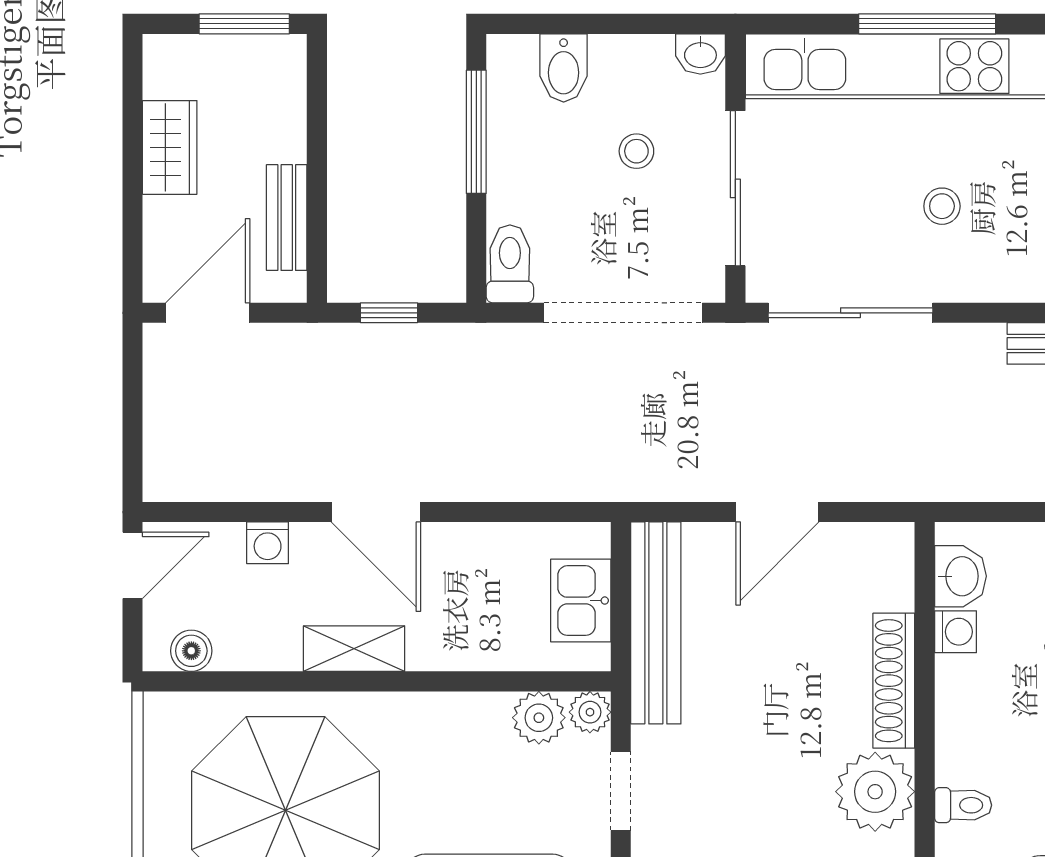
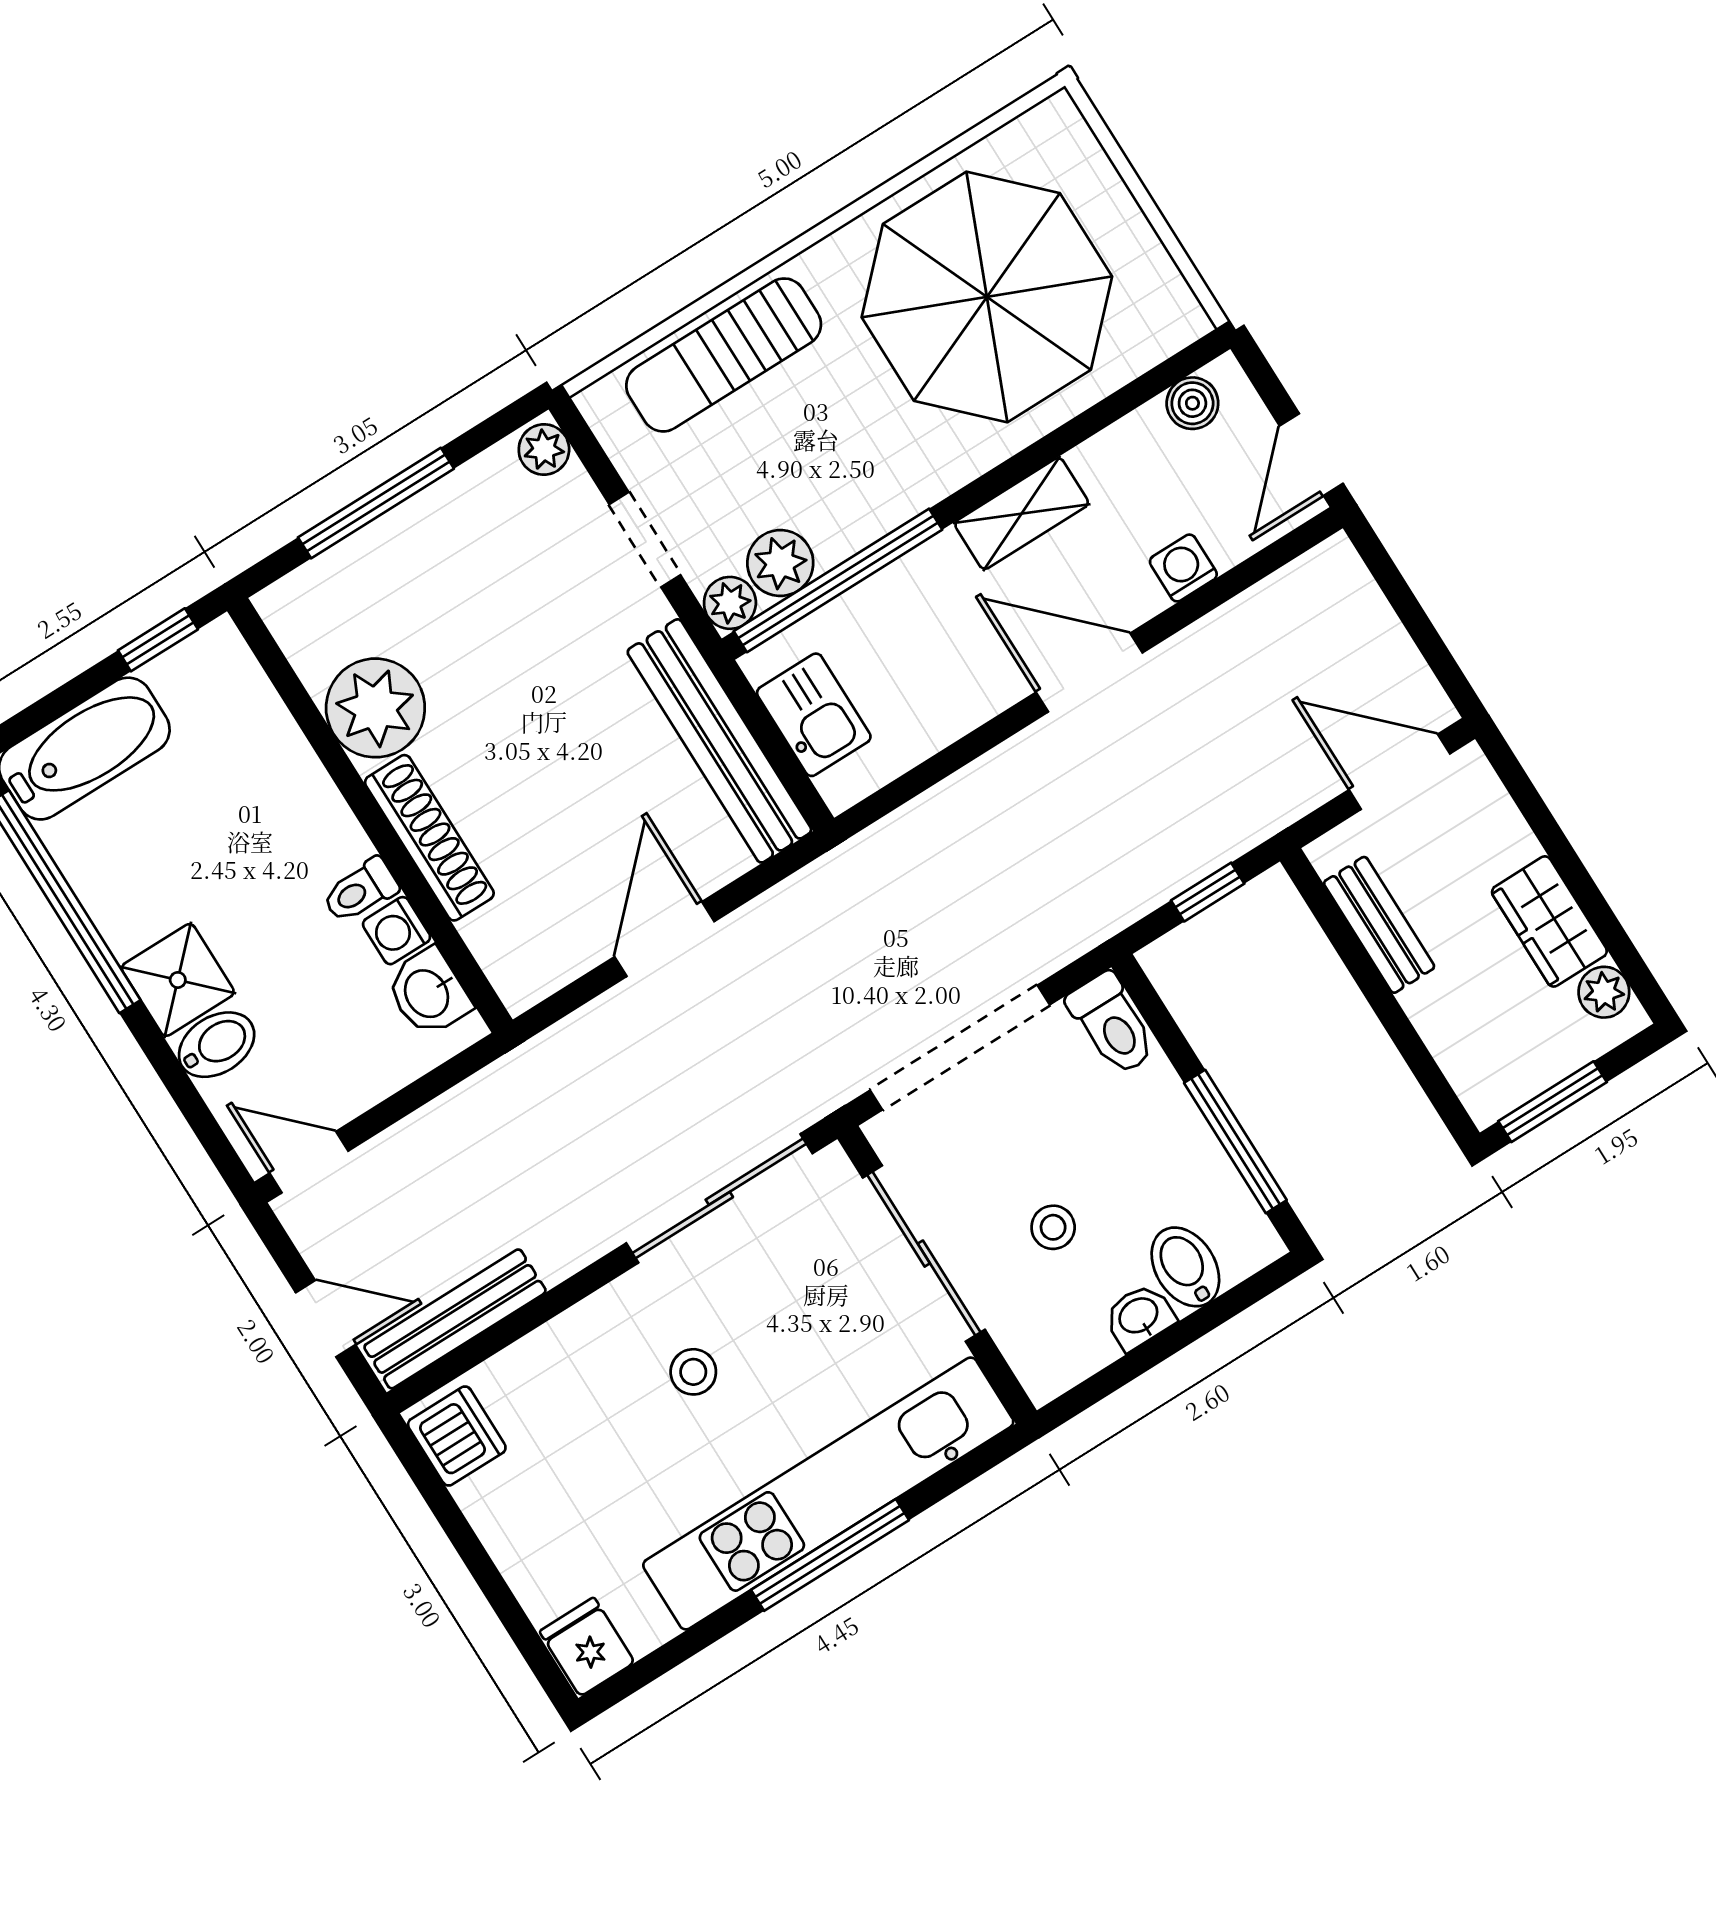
washbasin: (700, 54) -> (1139, 1317), moved
plant: (163, 76) -> (1604, 992), added
door: (208, 313) -> (1399, 772), swing flipped
window: (507, 681) -> (838, 580), added
toilet: (963, 805) -> (360, 891), moved

